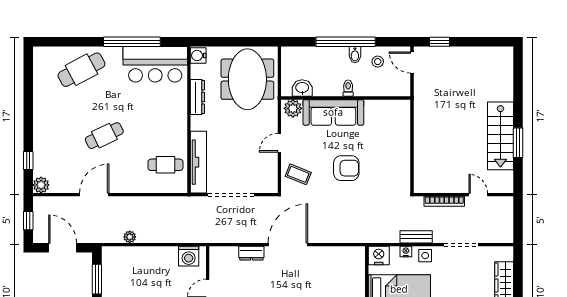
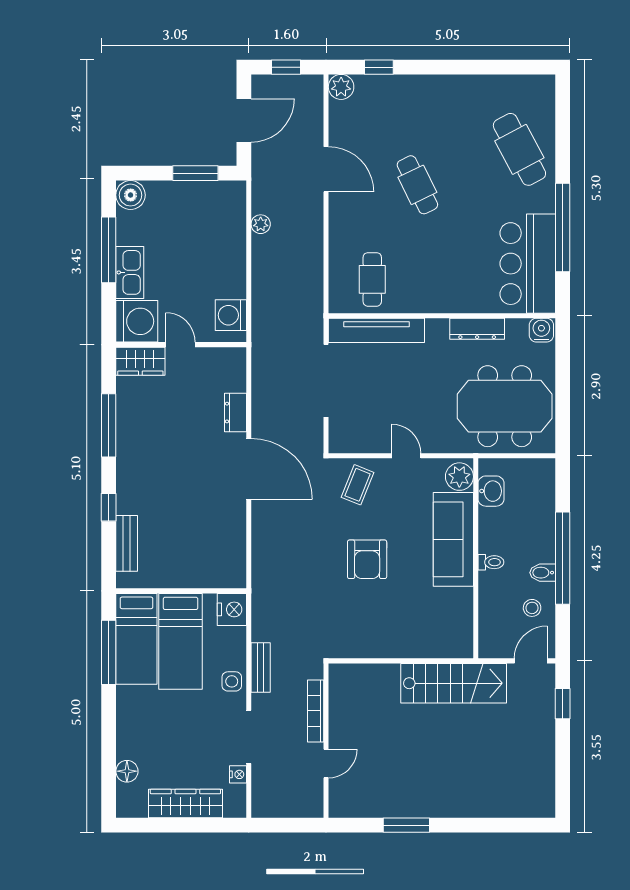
stairs: (500, 136) -> (454, 683), moved, turned 180
nightstand: (406, 252) -> (238, 774), moved

